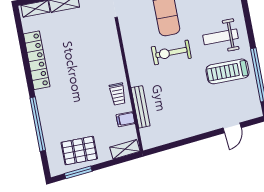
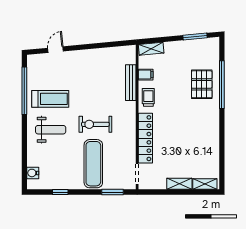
exercise bike: (171, 52) -> (95, 124), turned 180
locker: (37, 60) -> (145, 138), moved, turned 180
pallet: (79, 151) -> (202, 84), moved, turned 90

